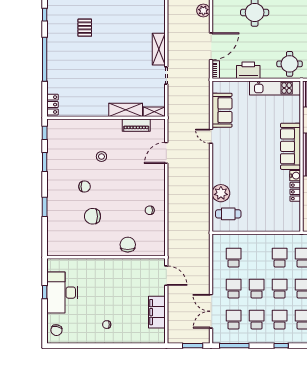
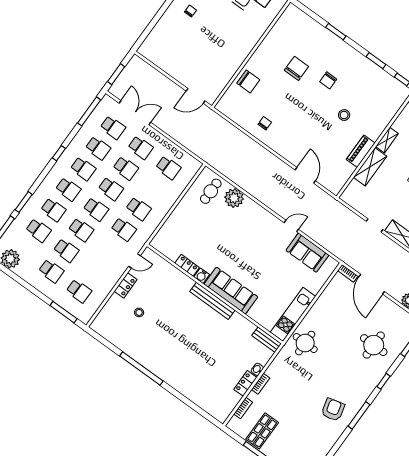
printer: (248, 70) -> (326, 302), removed
shelving: (154, 112) -> (387, 140), moved
piano: (136, 125) -> (361, 151), moved
filing cabinet: (157, 312) -> (169, 64), removed

